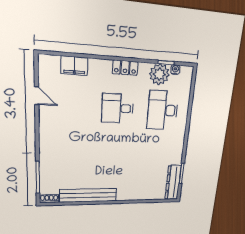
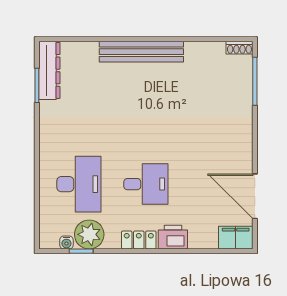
filing cabinet: (74, 66) -> (236, 238), moved
printer: (100, 68) -> (173, 237), added
door: (37, 96) -> (255, 196), width x1.88
bench: (88, 195) -> (141, 52), moved

